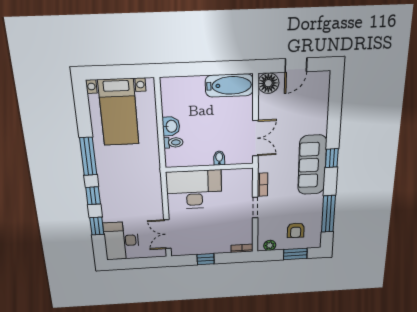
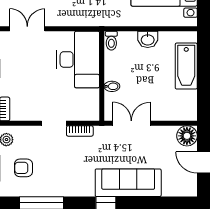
bathtub: (229, 85) -> (186, 66), moved
double door: (255, 138) -> (131, 123), swing flipped
toilet: (173, 142) -> (111, 41), moved
sofa: (312, 165) -> (128, 183), moved

